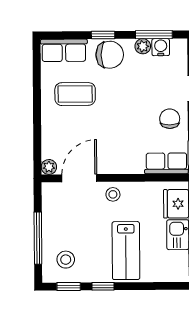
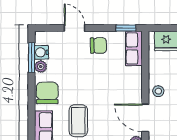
window: (103, 35) -> (31, 98), removed
chair: (170, 119) -> (98, 46), turned 180

